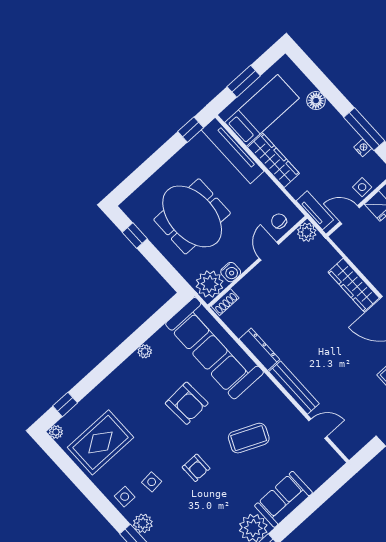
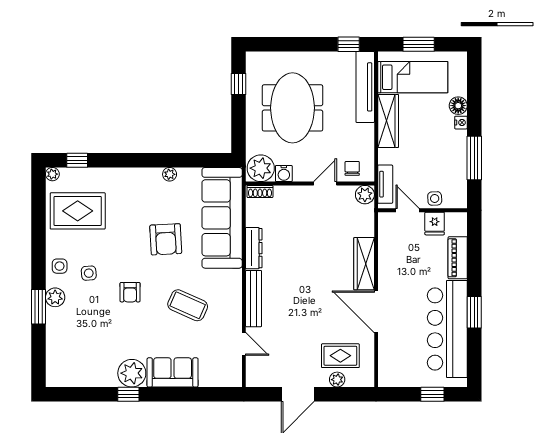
nightstand: (363, 148) -> (461, 123), moved

